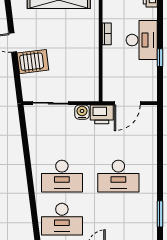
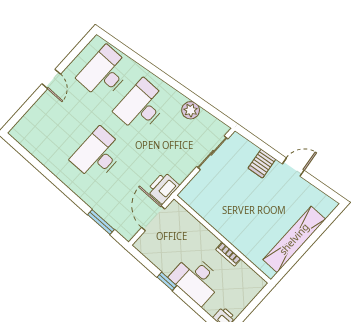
server rack: (33, 62) -> (262, 164), width x0.73, depth x0.70
water cooler: (82, 112) -> (180, 173), removed
plant: (36, 142) -> (191, 110), added
window: (160, 214) -> (101, 222), moved

